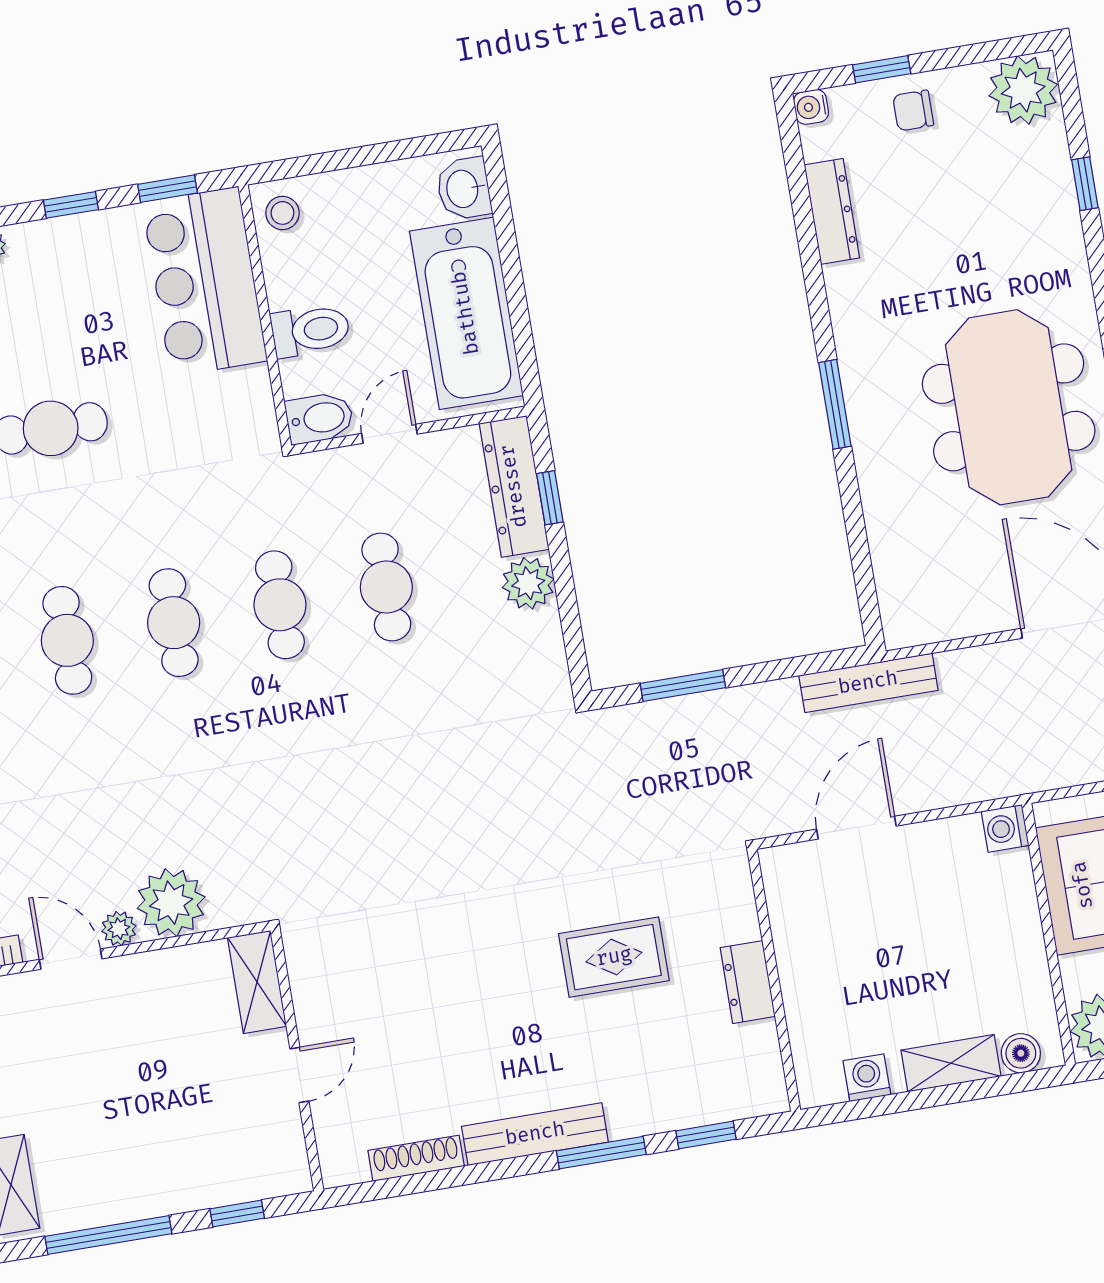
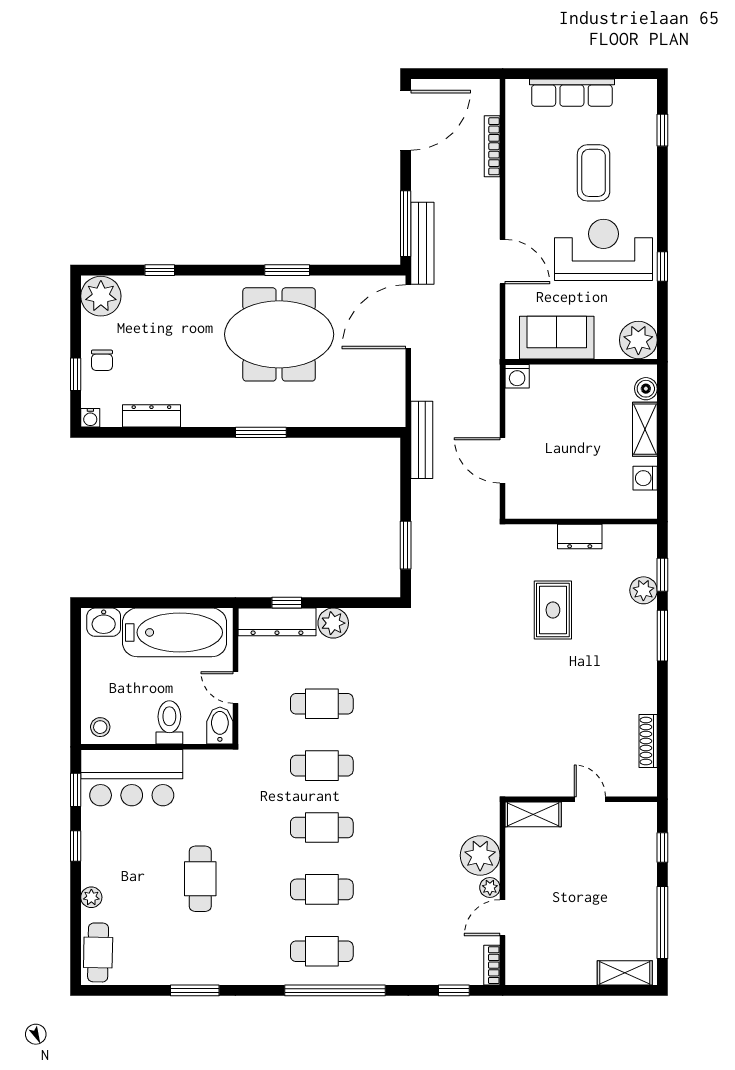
plant: (674, 1107) -> (643, 590), added
bench: (535, 1134) -> (646, 671), removed

